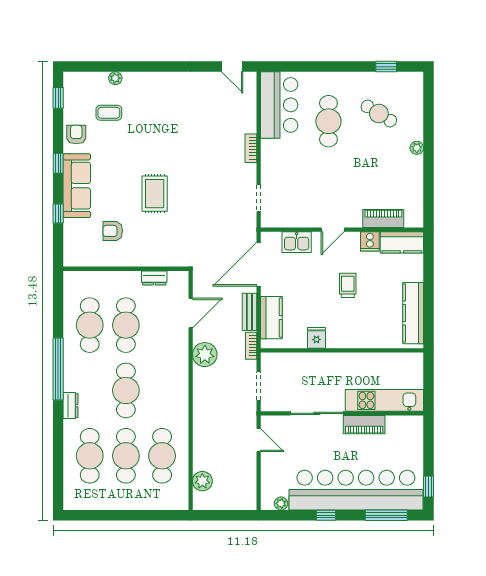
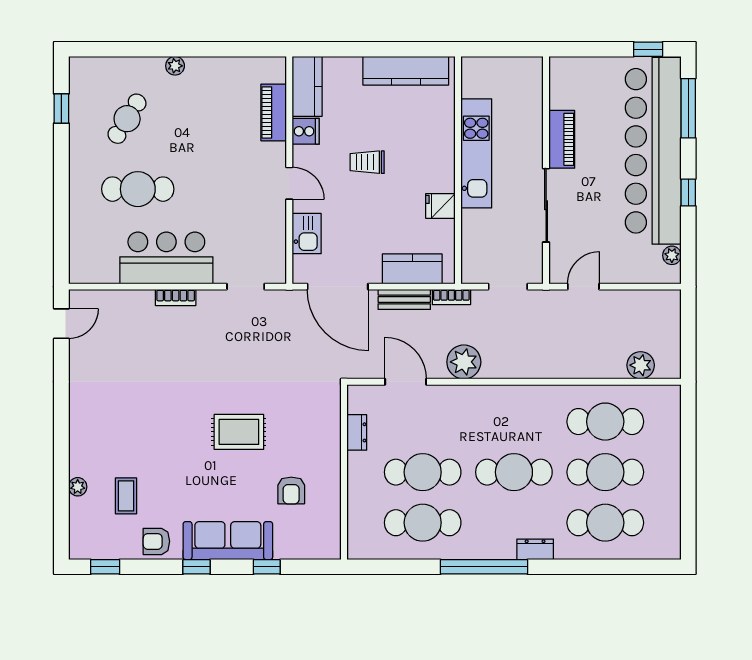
bar counter: (279, 105) -> (166, 258), moved
kitchen unit: (384, 400) -> (476, 153), moved, turned 180

